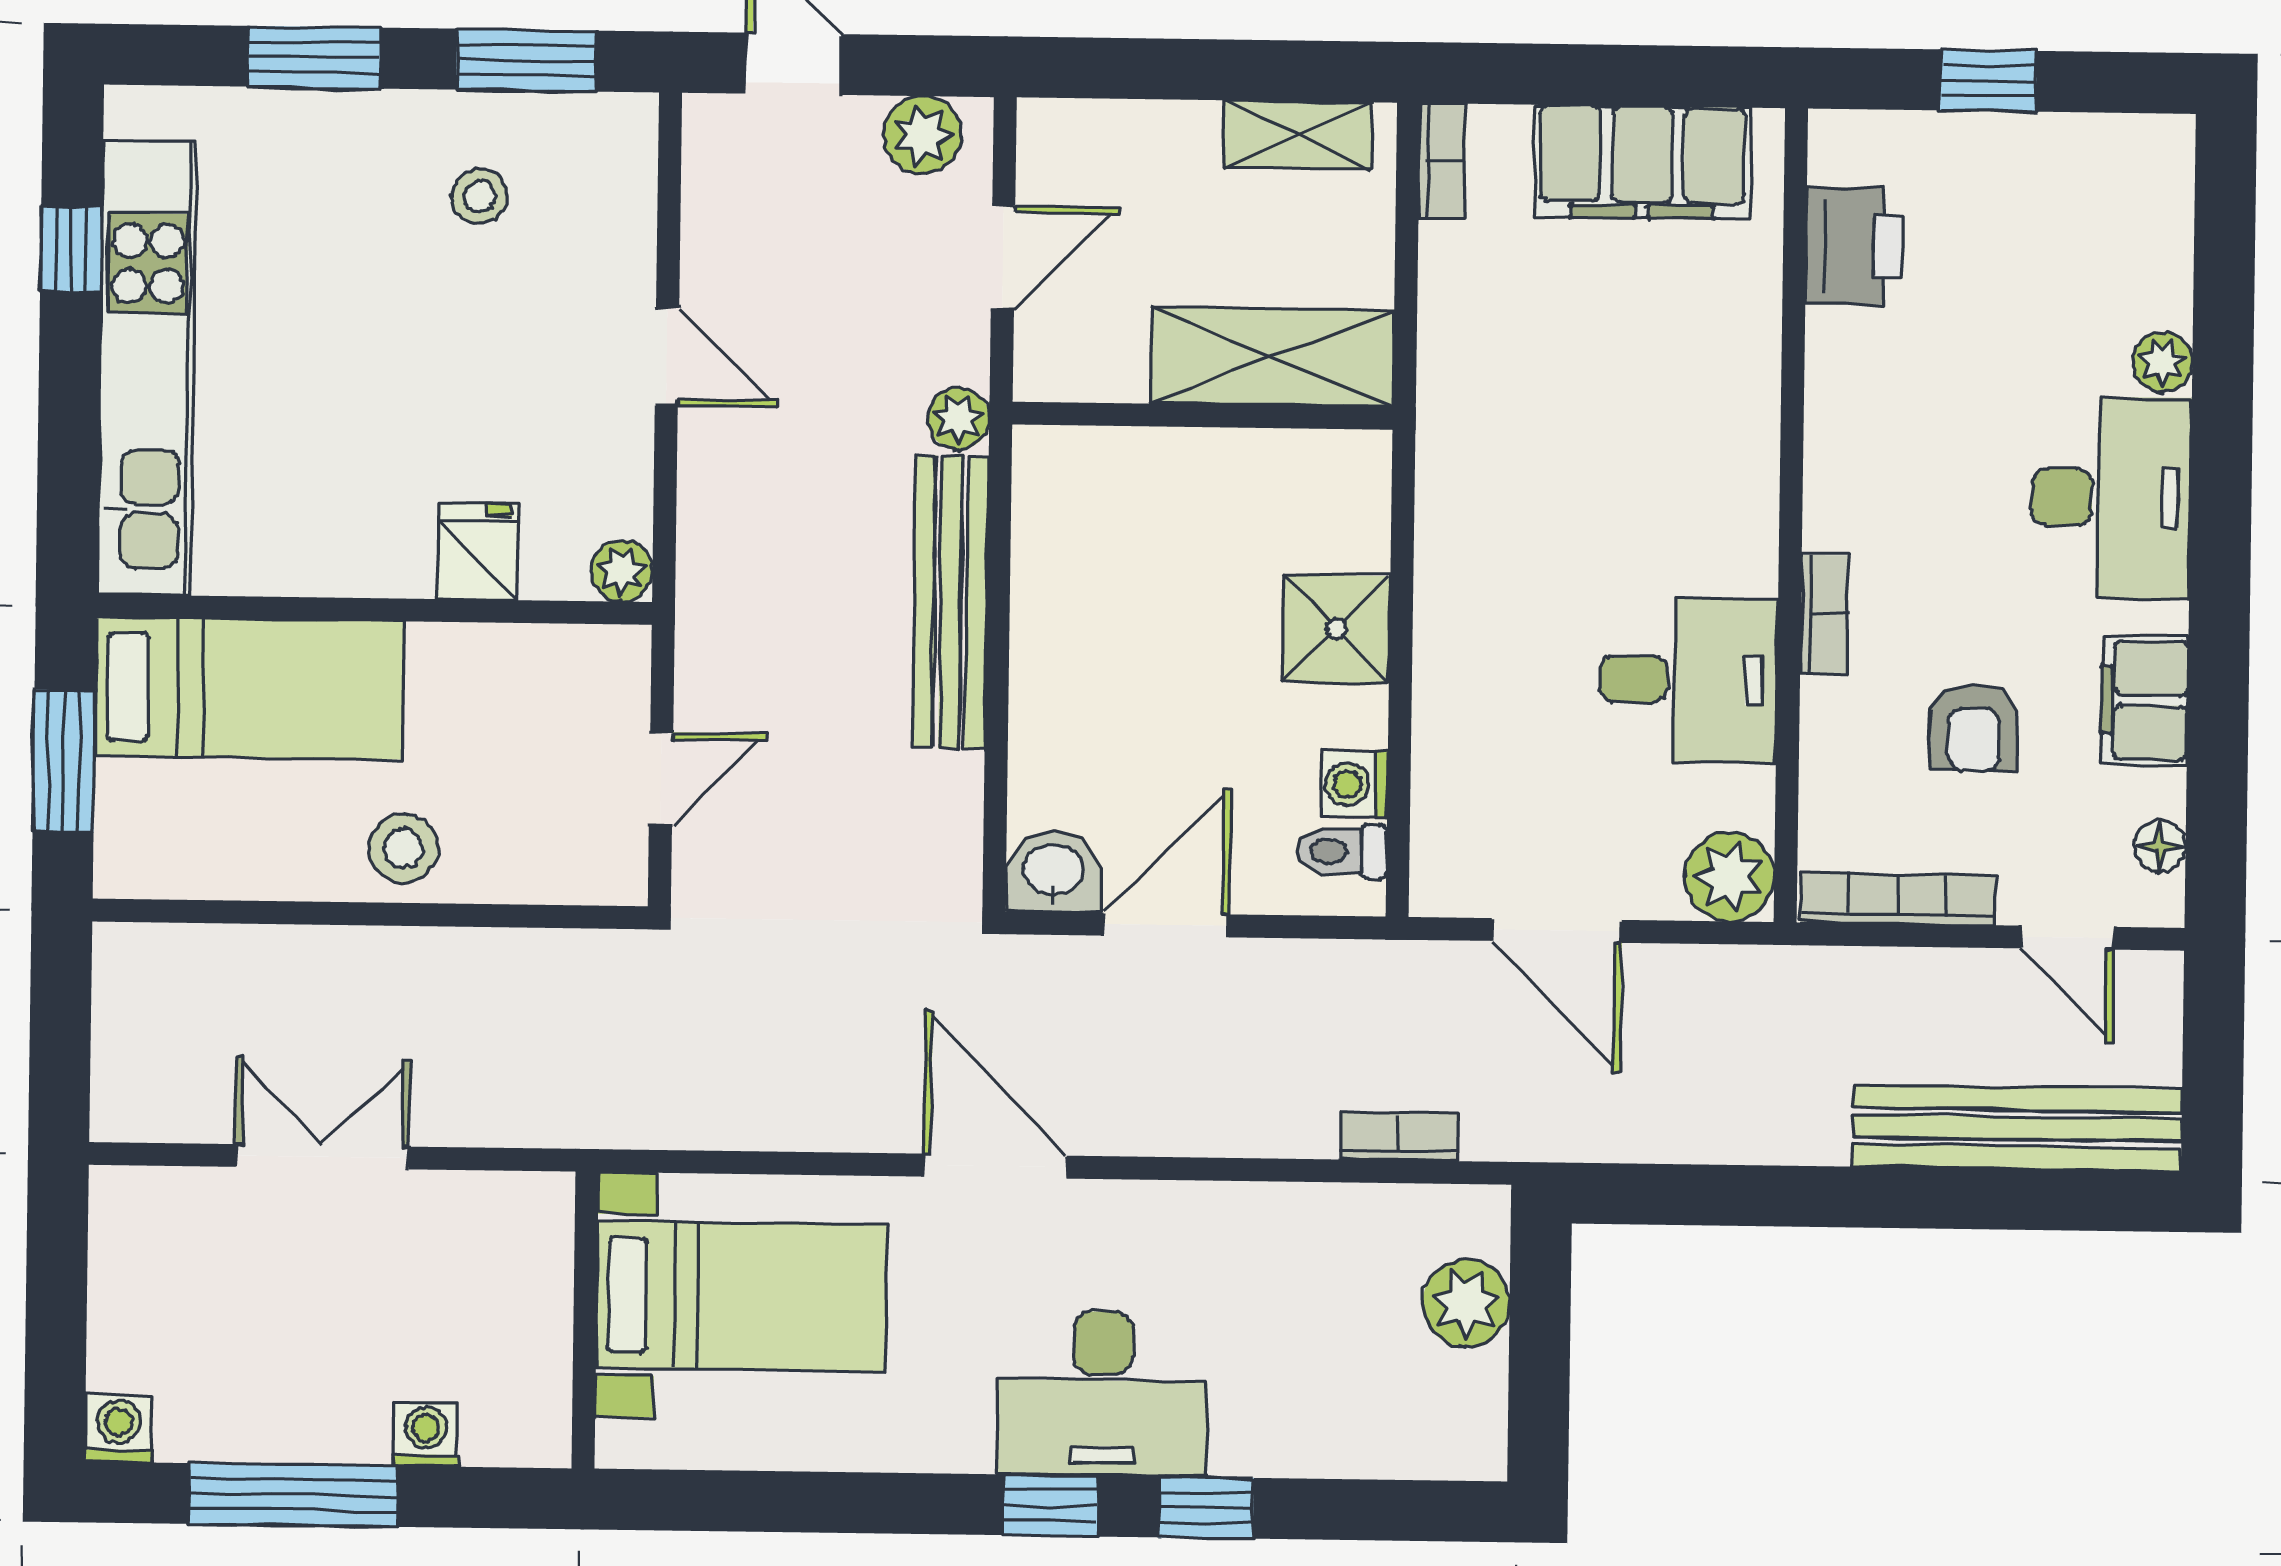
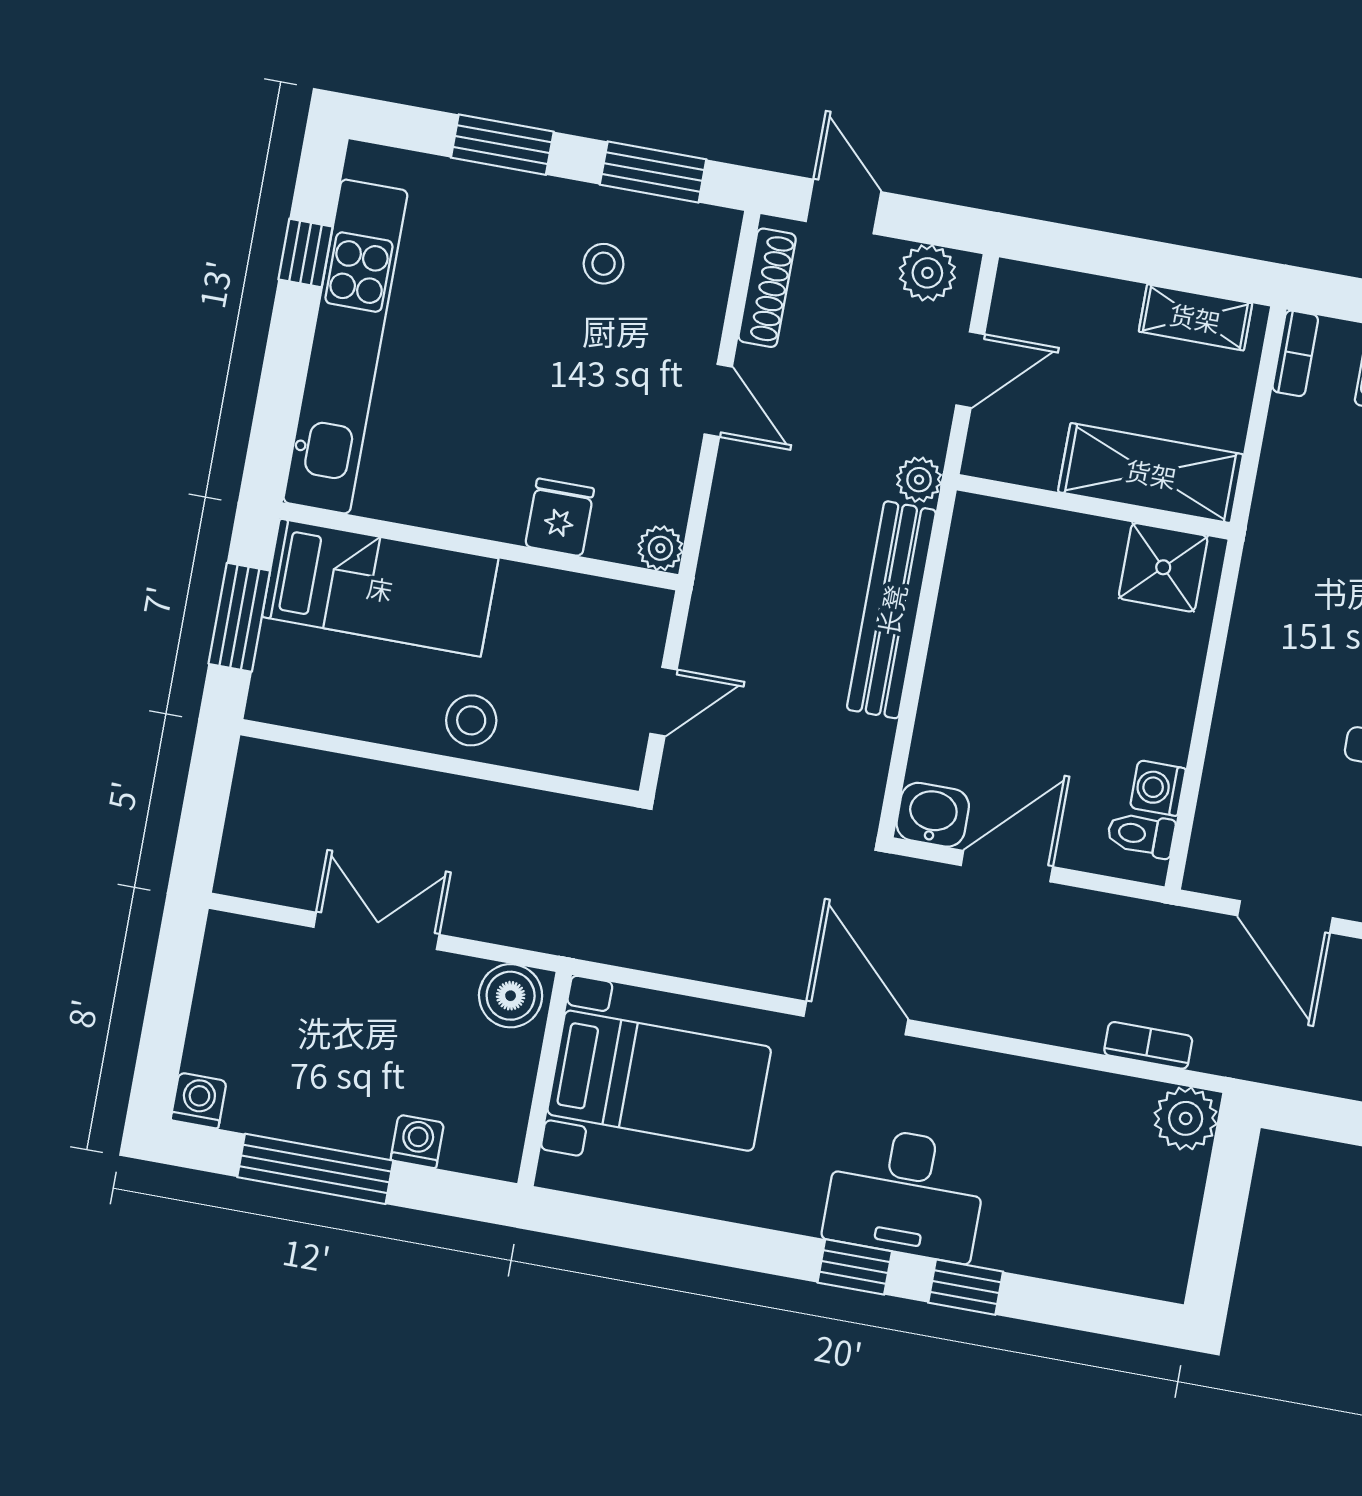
shoe rack: (708, 192) -> (767, 288), added
shower: (1336, 629) -> (1163, 567), moved
boiler: (520, 1215) -> (511, 996), added
plant: (1466, 1303) -> (1186, 1118), moved

